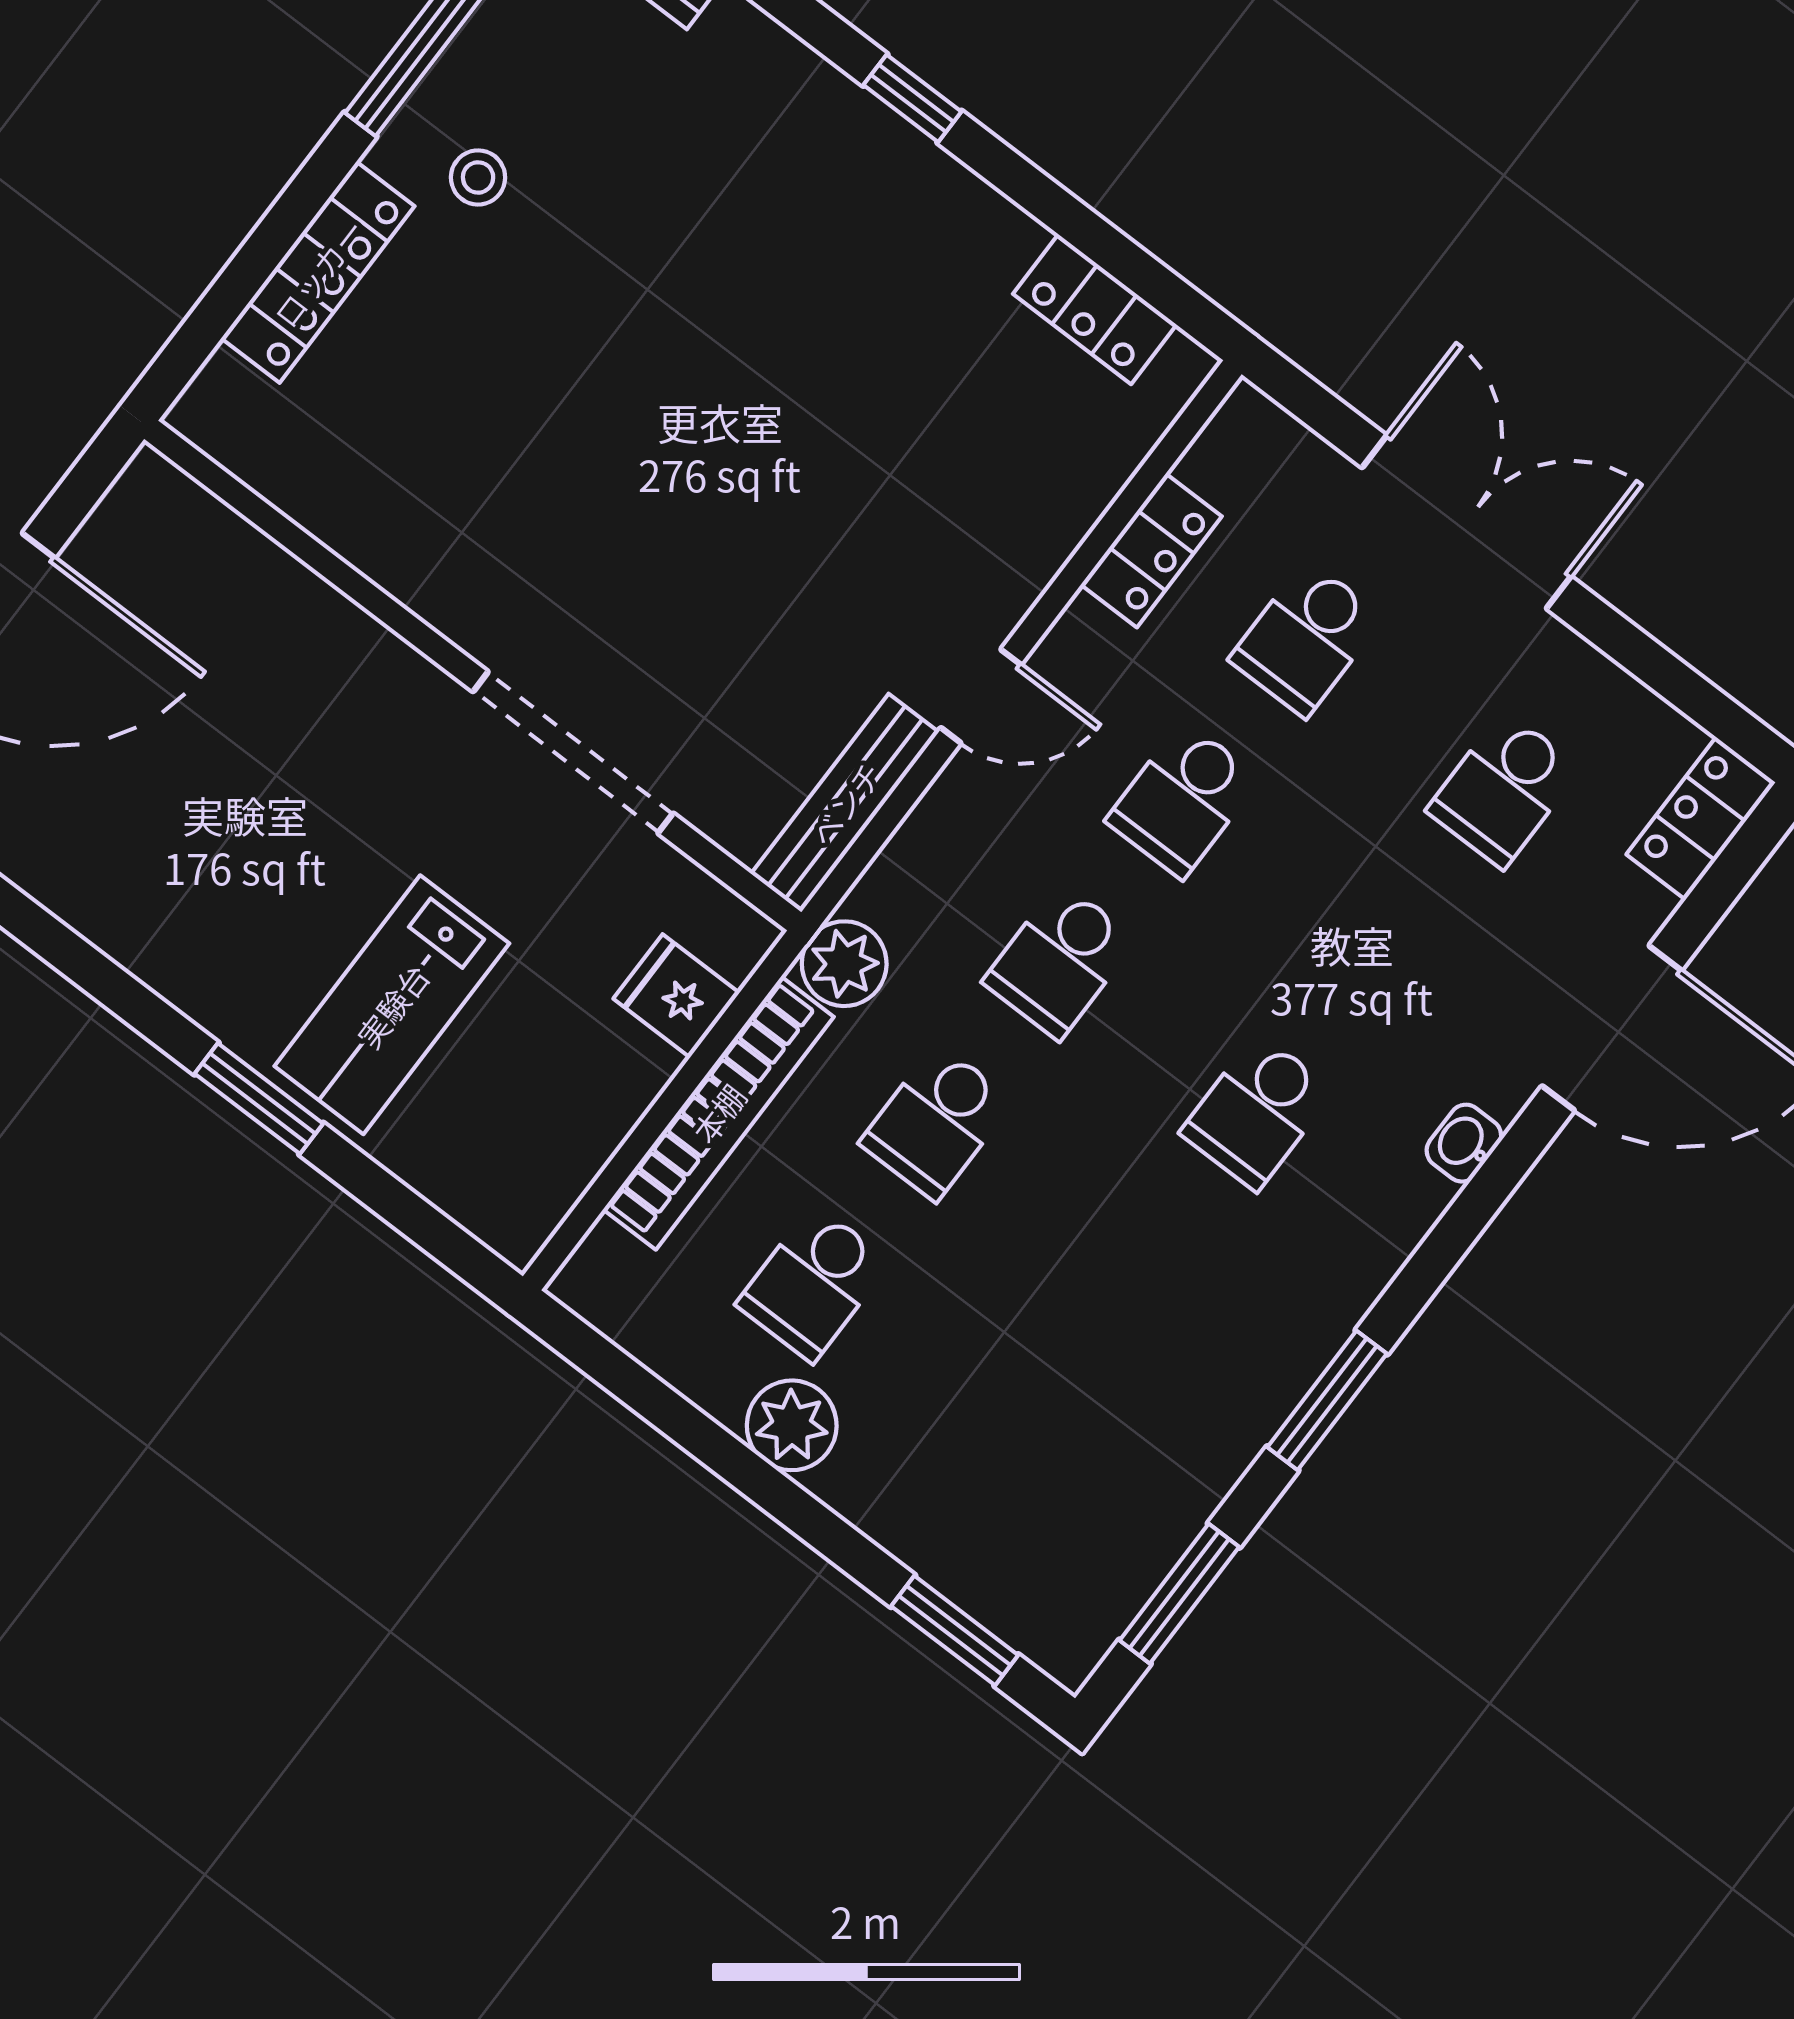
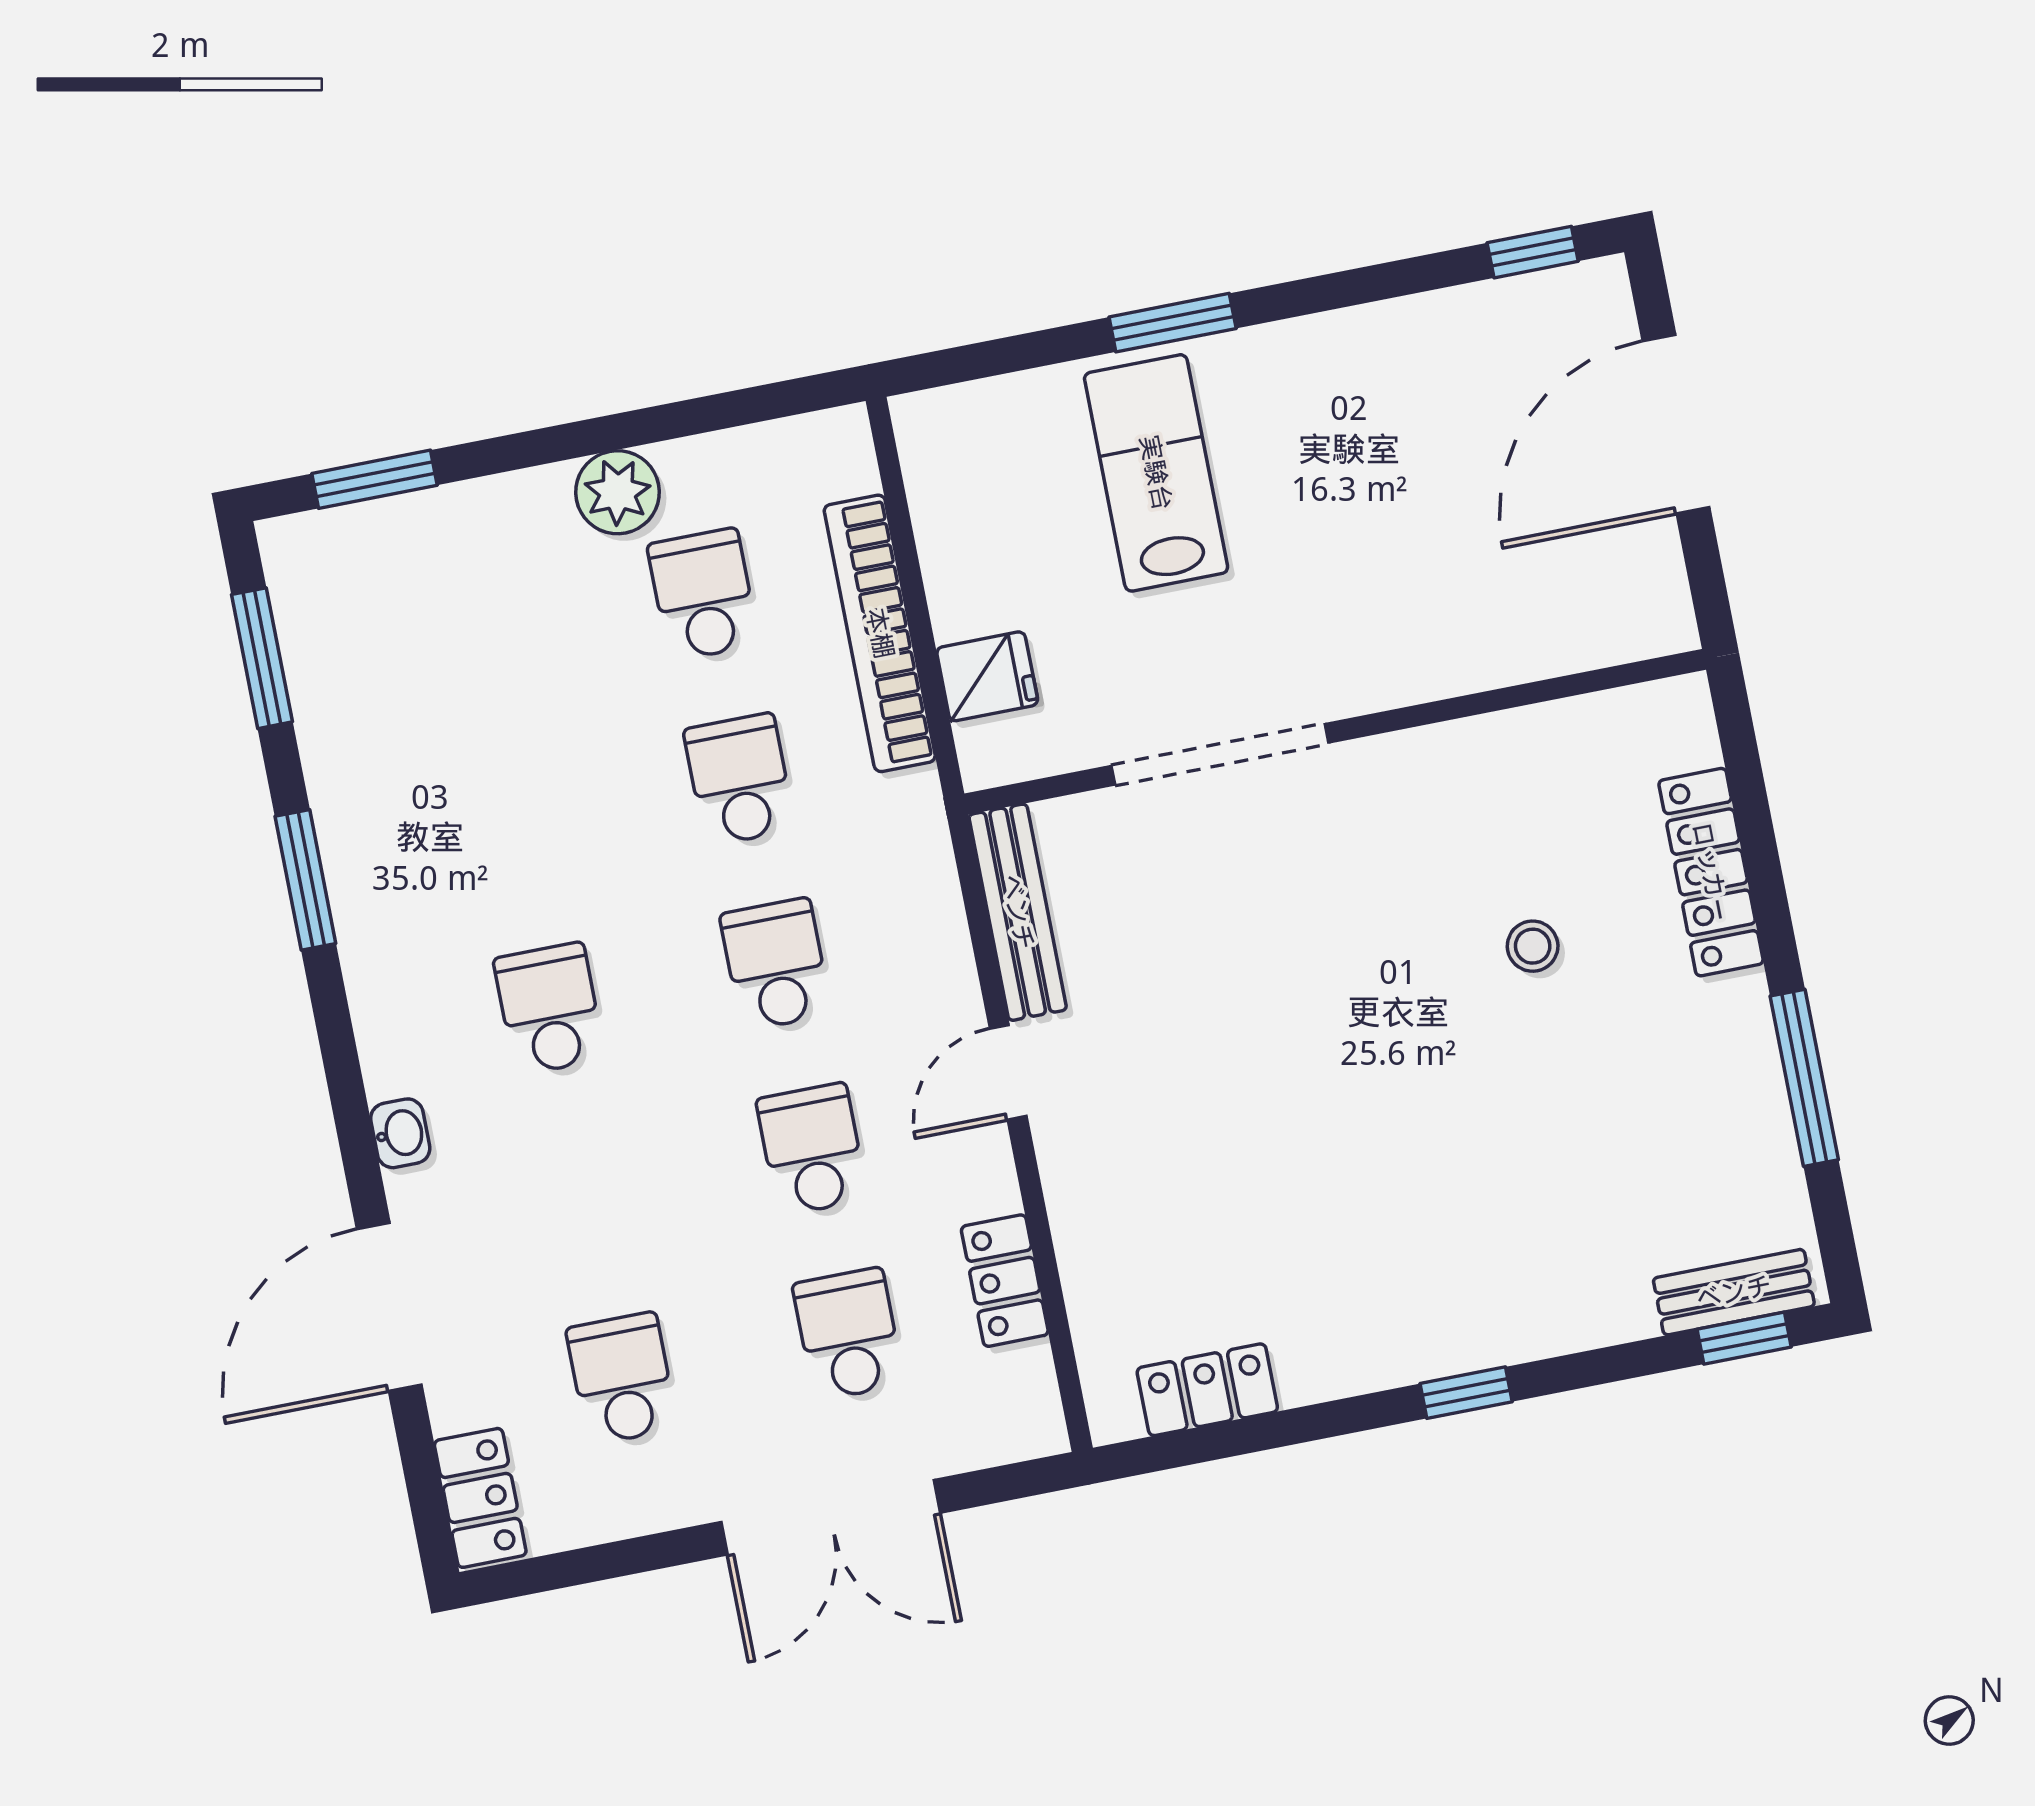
stool: (478, 177) -> (1533, 946), moved
plant: (844, 964) -> (906, 813), removed

